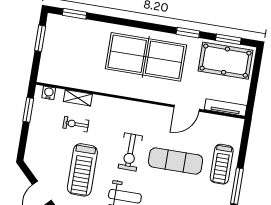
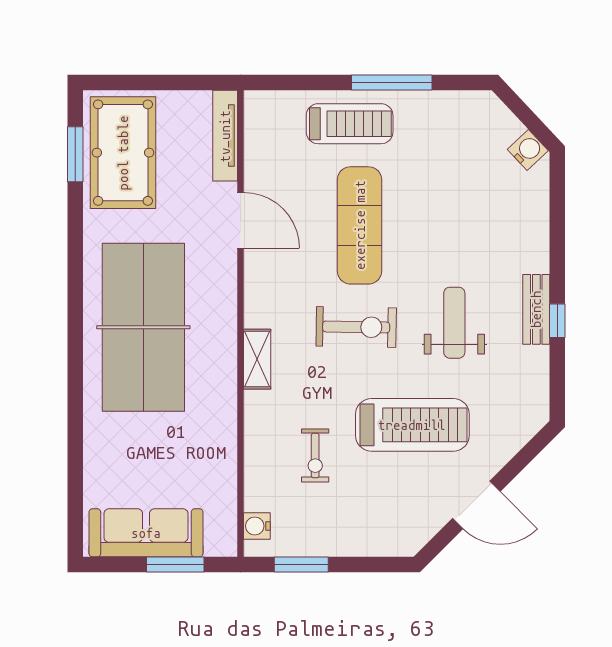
window: (75, 14) -> (75, 498), removed
window: (188, 33) -> (75, 245), removed
window: (40, 38) -> (175, 564), moved
sofa: (54, 43) -> (146, 533), added
shelving: (78, 98) -> (257, 359), moved

